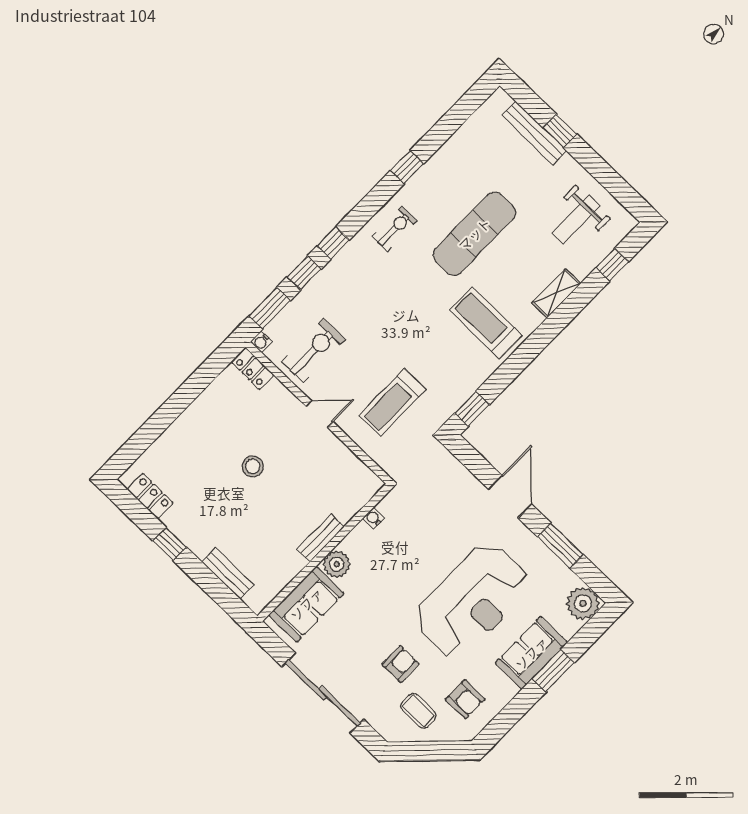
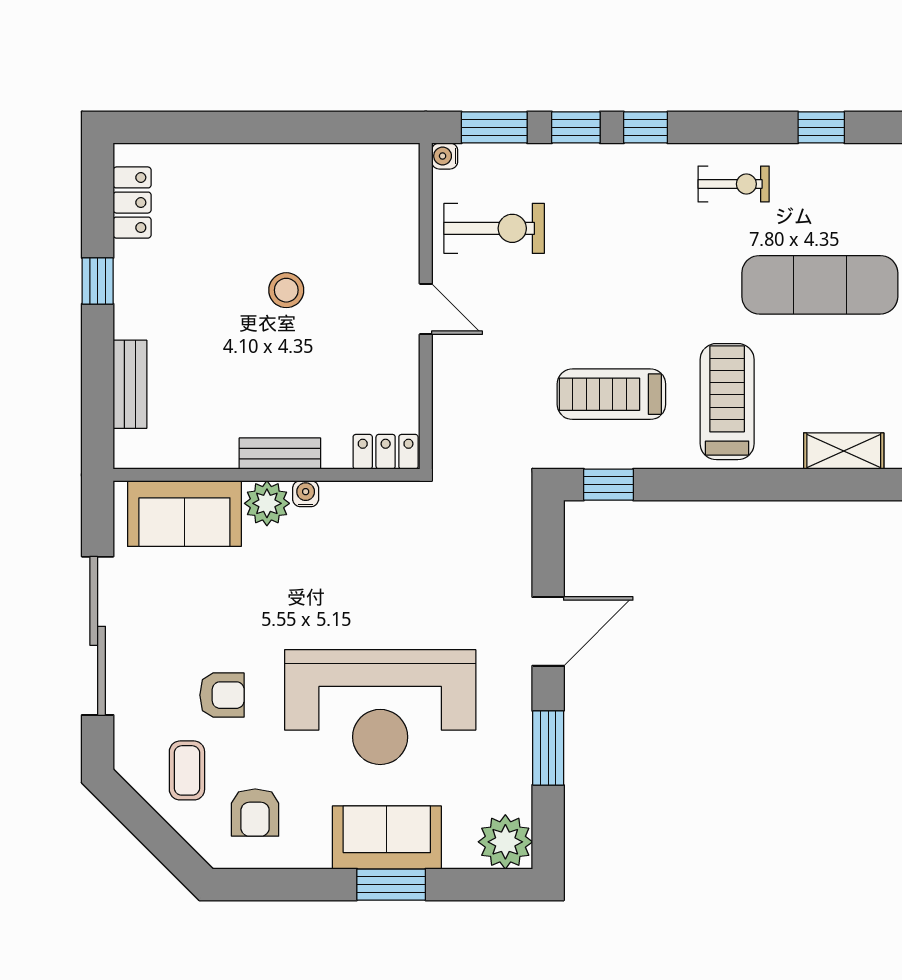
locker: (253, 369) -> (386, 452), moved, turned 90
treadmill: (392, 402) -> (611, 394), moved
water cooler: (373, 518) -> (306, 494), moved

